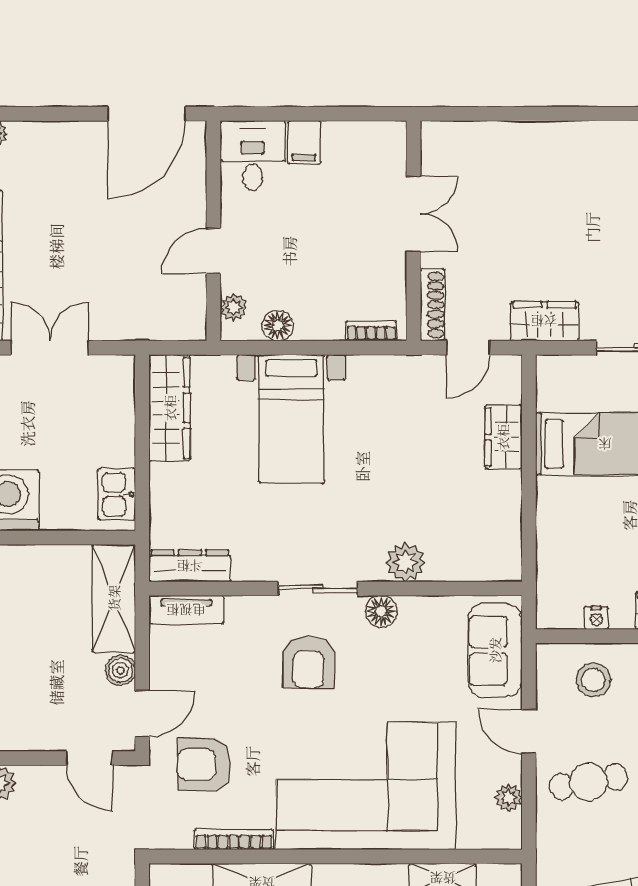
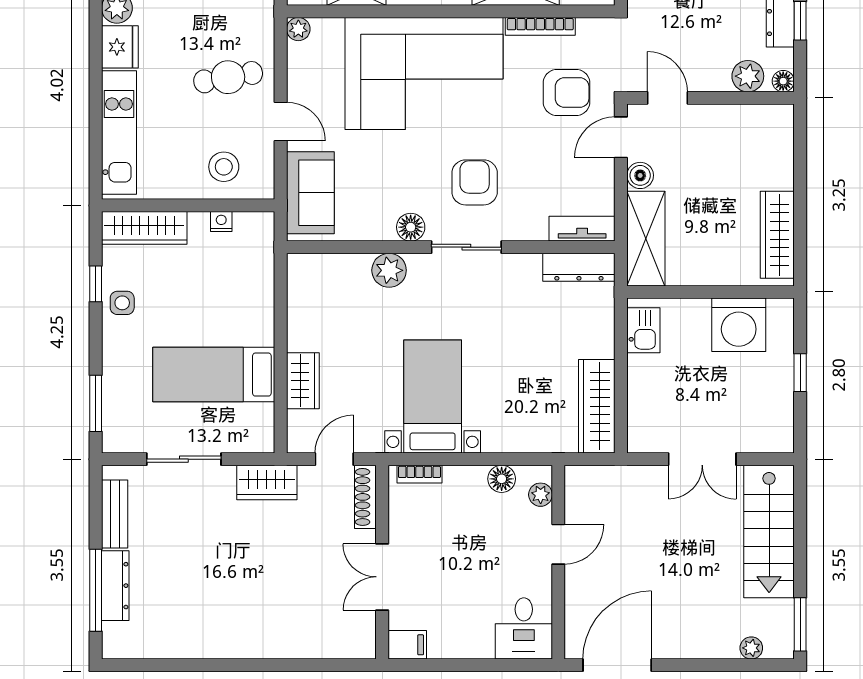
filing cabinet: (304, 142) -> (407, 645), moved, turned 90
bed with nightstands: (291, 419) -> (433, 397), moved
plant: (509, 798) -> (298, 29), moved

